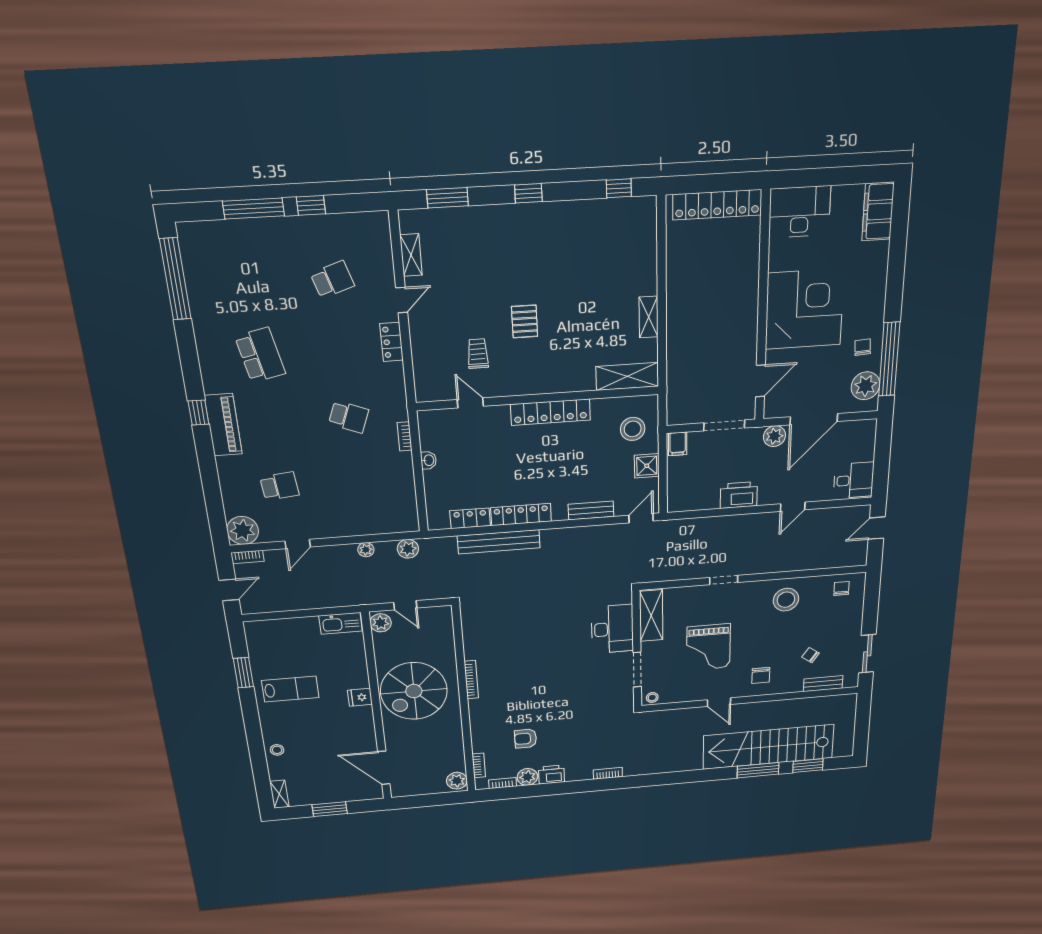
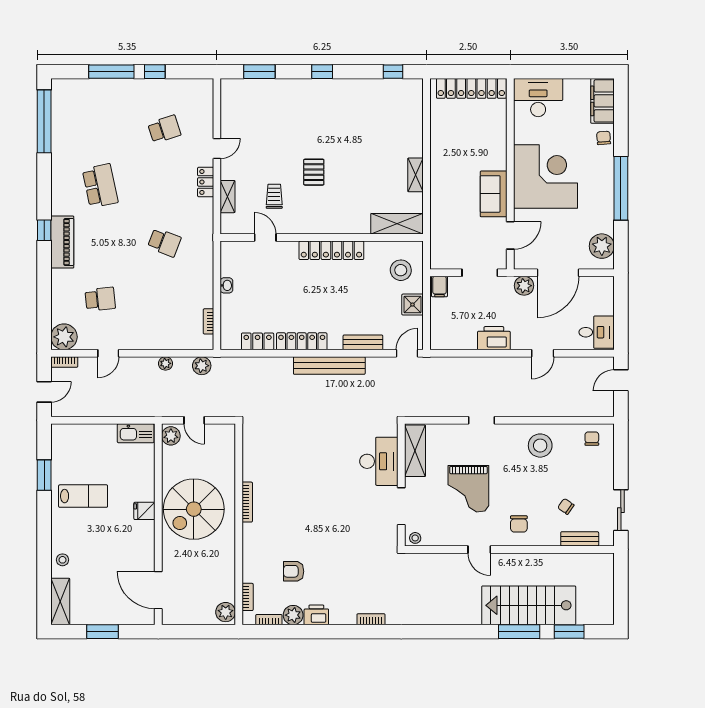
shelving: (411, 255) -> (228, 197), moved
sofa: (742, 334) -> (494, 194), added
chair: (863, 347) -> (604, 138), moved
window: (889, 359) -> (621, 188), moved
bookcase: (405, 436) -> (208, 321), moved
bench: (499, 542) -> (329, 366), moved
stairs: (768, 747) -> (529, 605), width x0.73
shelving: (279, 794) -> (60, 601), width x1.50, depth x1.33

